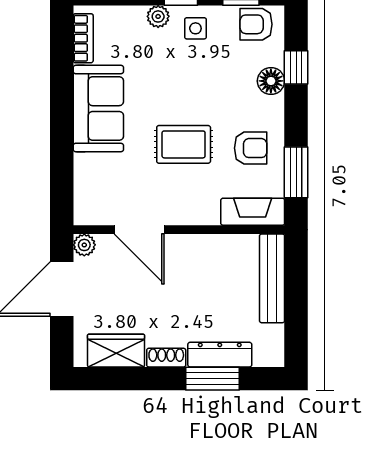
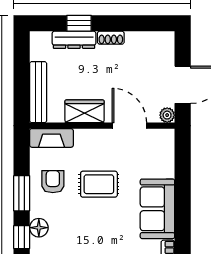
armchair: (251, 148) -> (53, 182), turned 90
window: (296, 172) -> (22, 193), moved
wardrobe: (116, 351) -> (85, 111), moved, turned 180
window: (212, 379) -> (79, 23), width x0.67

